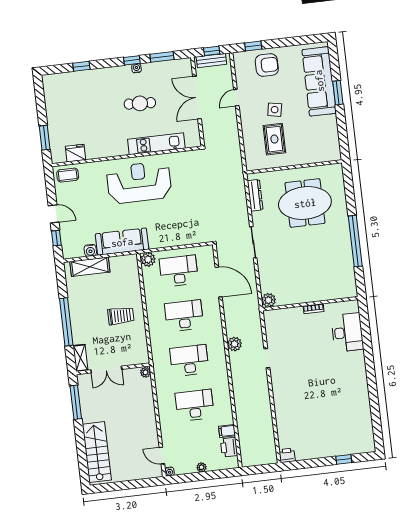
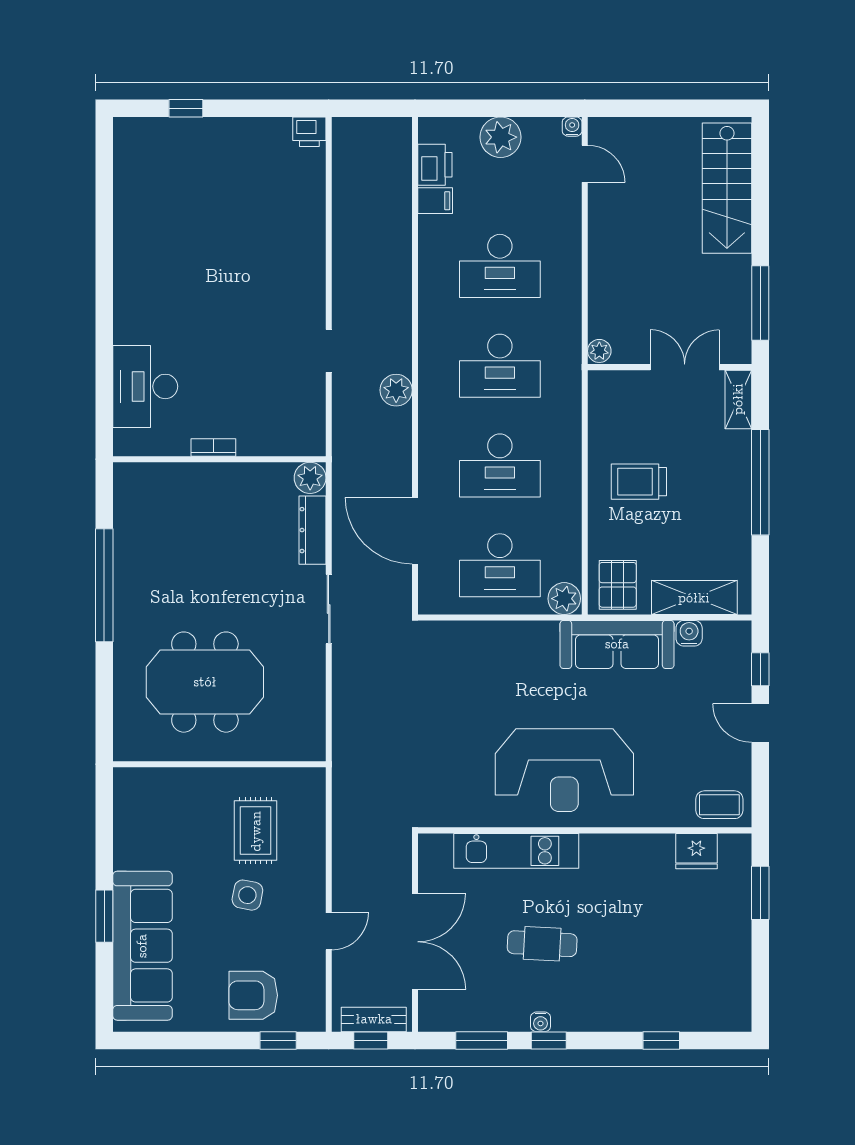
dresser: (255, 195) -> (312, 530), moved
pallet: (125, 268) -> (618, 585), added
plant: (202, 467) -> (501, 137), width x1.88, depth x1.88

